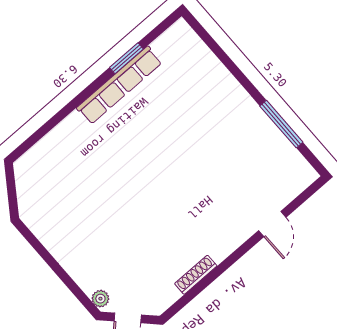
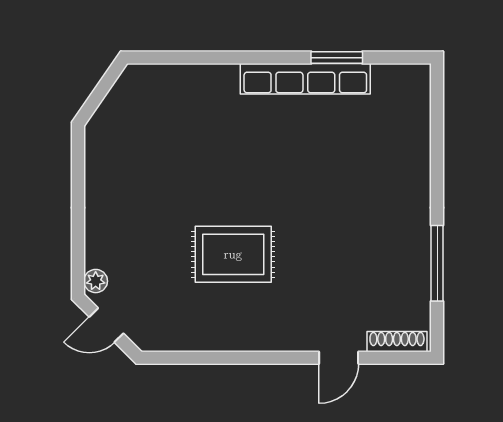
rug: (164, 217) -> (233, 254), added
shoe rack: (196, 275) -> (397, 342), moved

